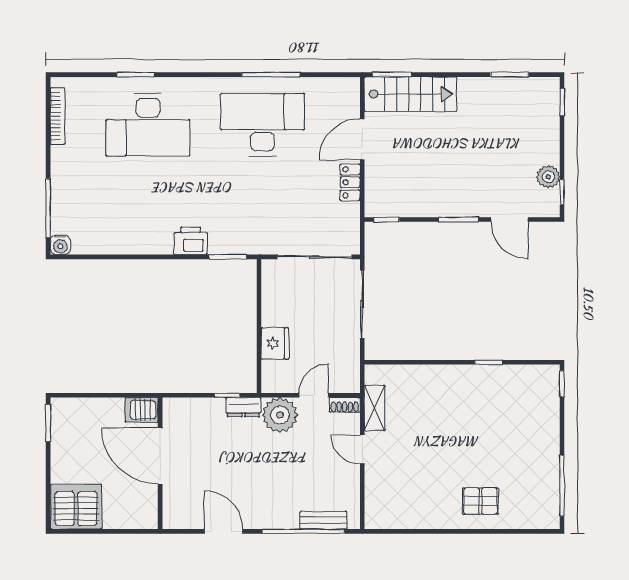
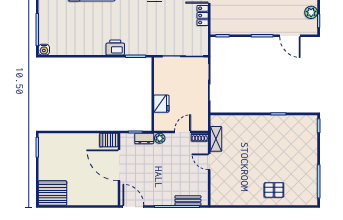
server rack: (141, 410) -> (109, 140), moved
plant: (280, 415) -> (160, 138), width x0.53, depth x0.53
door: (160, 456) -> (119, 165), moved
wall: (160, 463) -> (119, 169), moved

